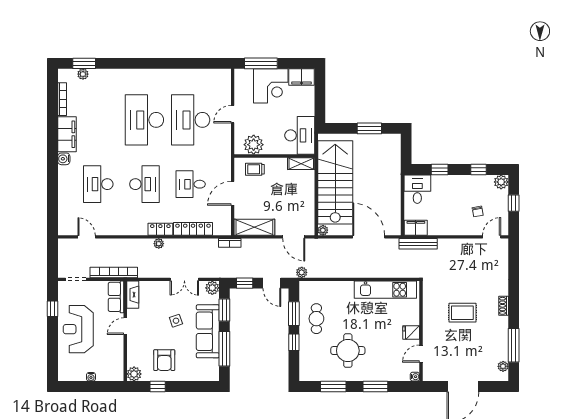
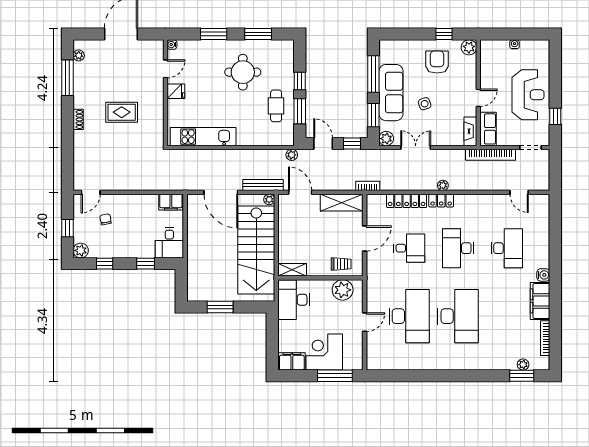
bench: (418, 244) -> (263, 185), moved

